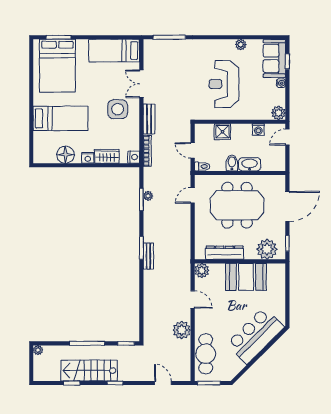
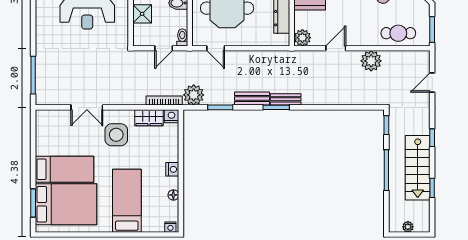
bed: (114, 50) -> (65, 169), moved, turned -90
bench: (149, 119) -> (252, 99), moved
floor lamp: (65, 155) -> (173, 195), width x0.53, depth x0.53
nightstand: (38, 156) -> (170, 227), added
wardrobe: (107, 156) -> (149, 118), moved, turned -90
plant: (148, 196) -> (194, 95), moved, width x1.88, depth x1.88
plant: (38, 350) -> (408, 227), moved
cafe table: (206, 354) -> (398, 33), width x0.73, depth x0.74

